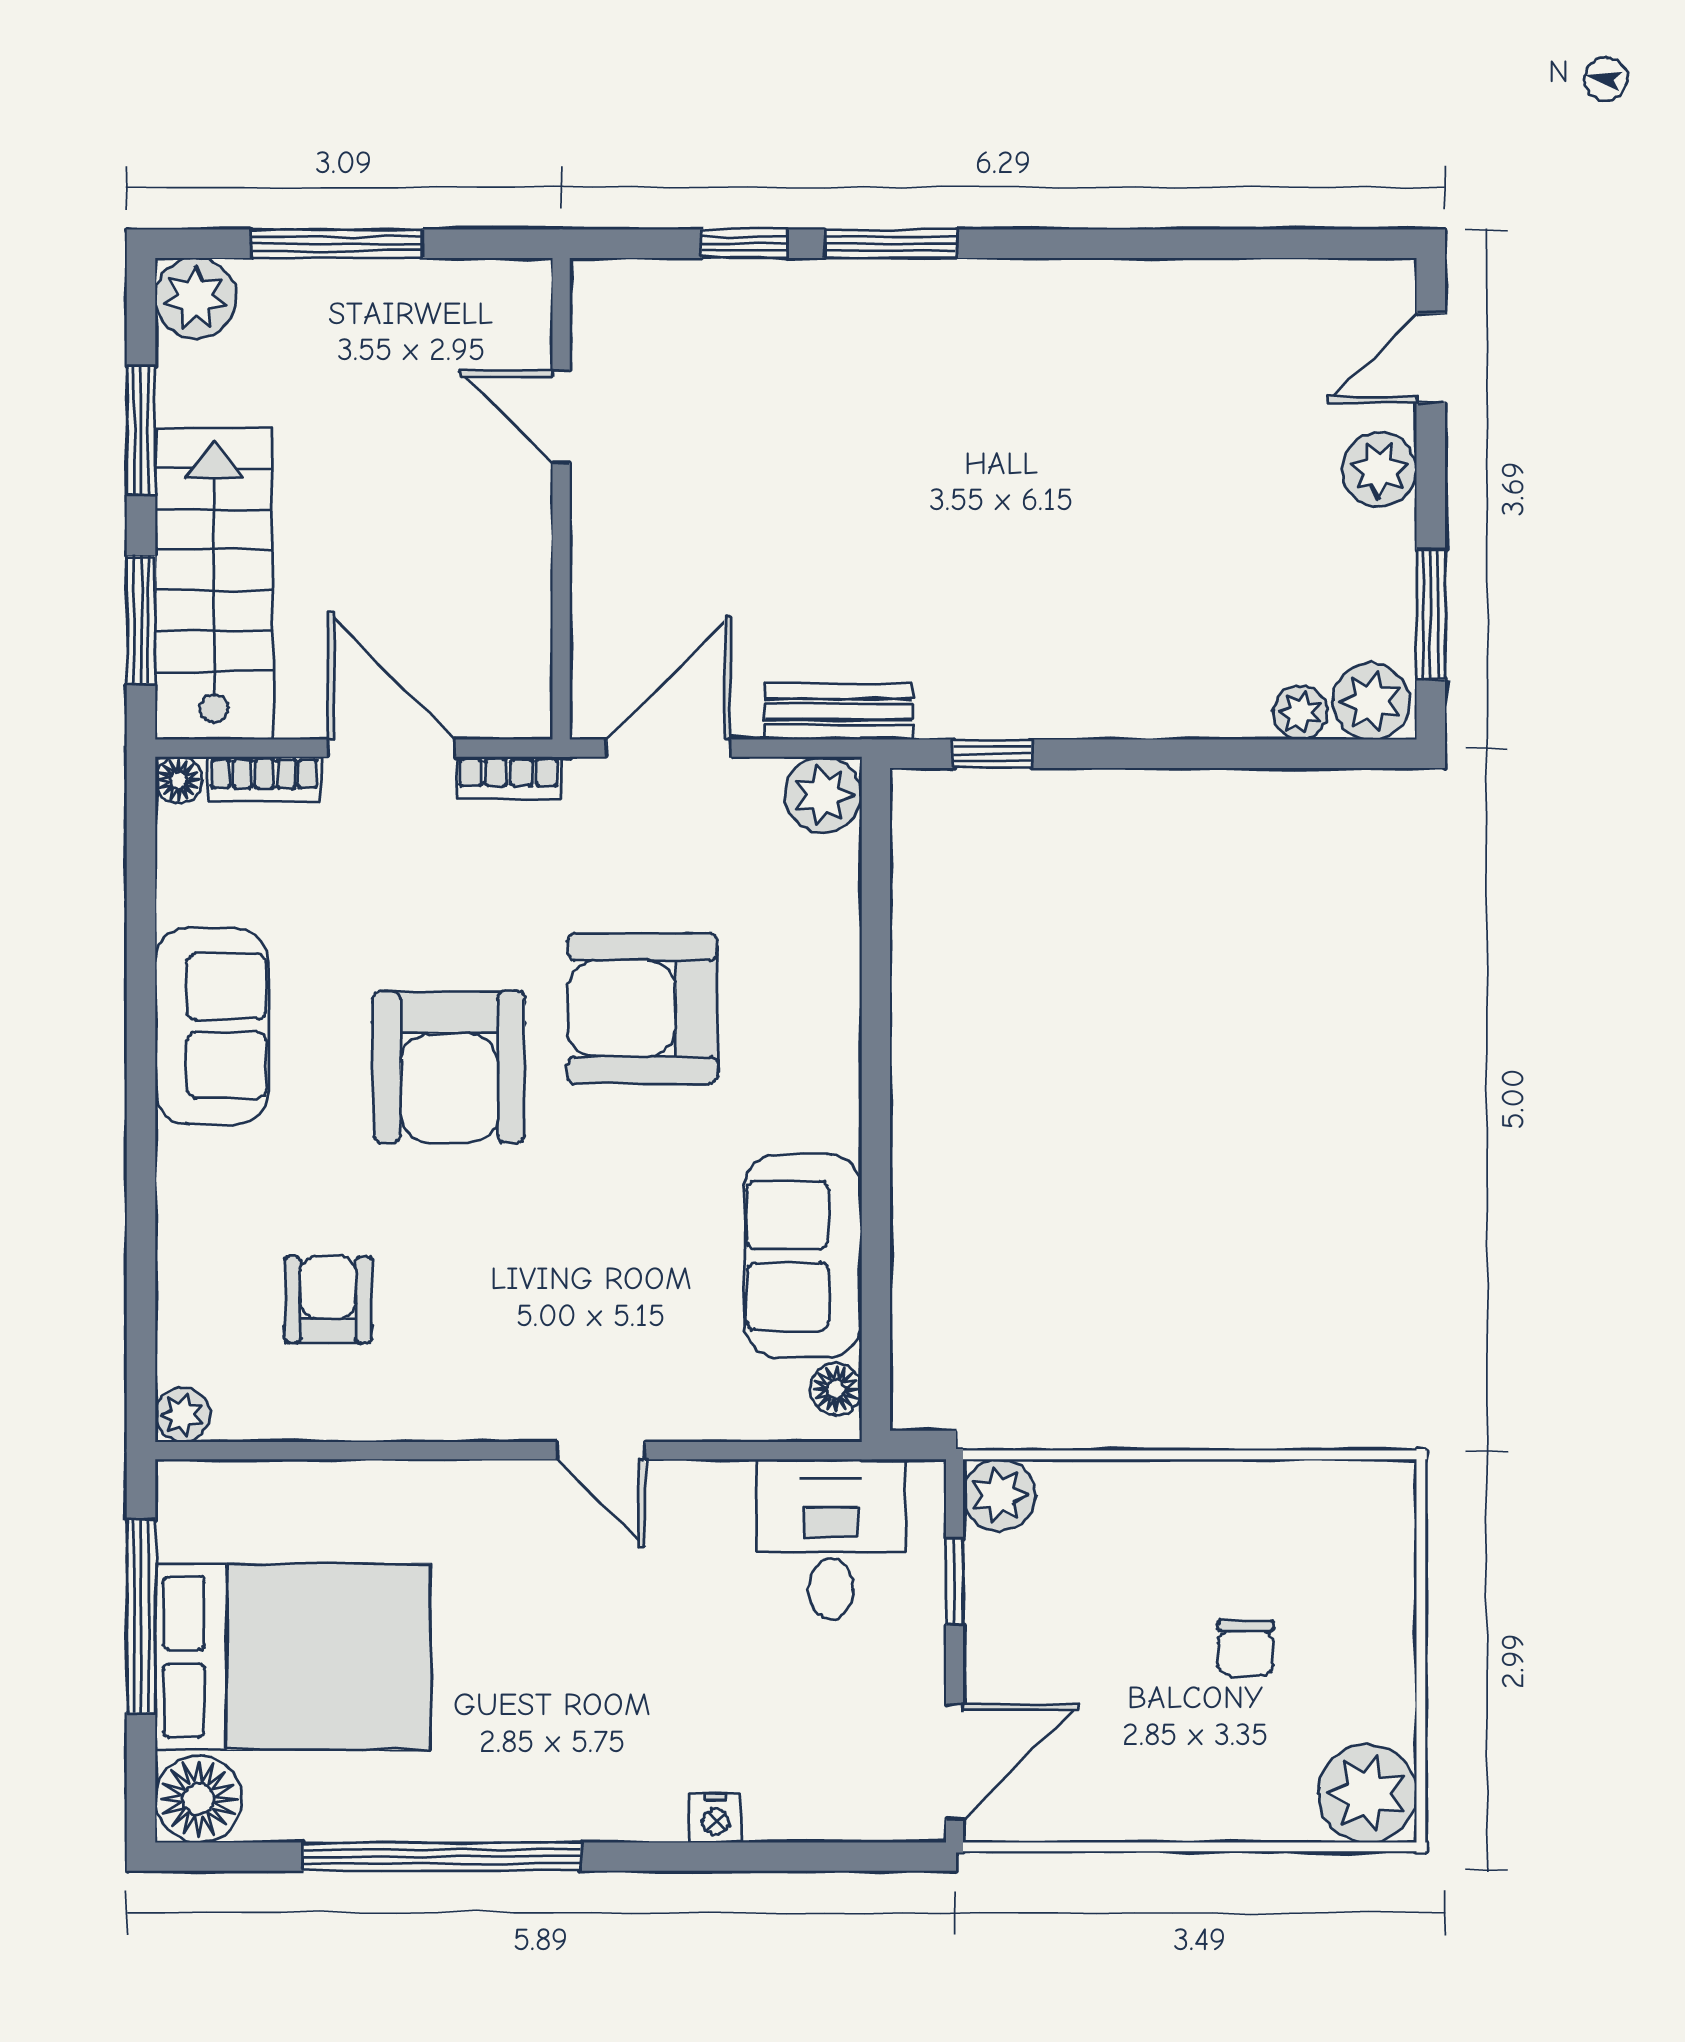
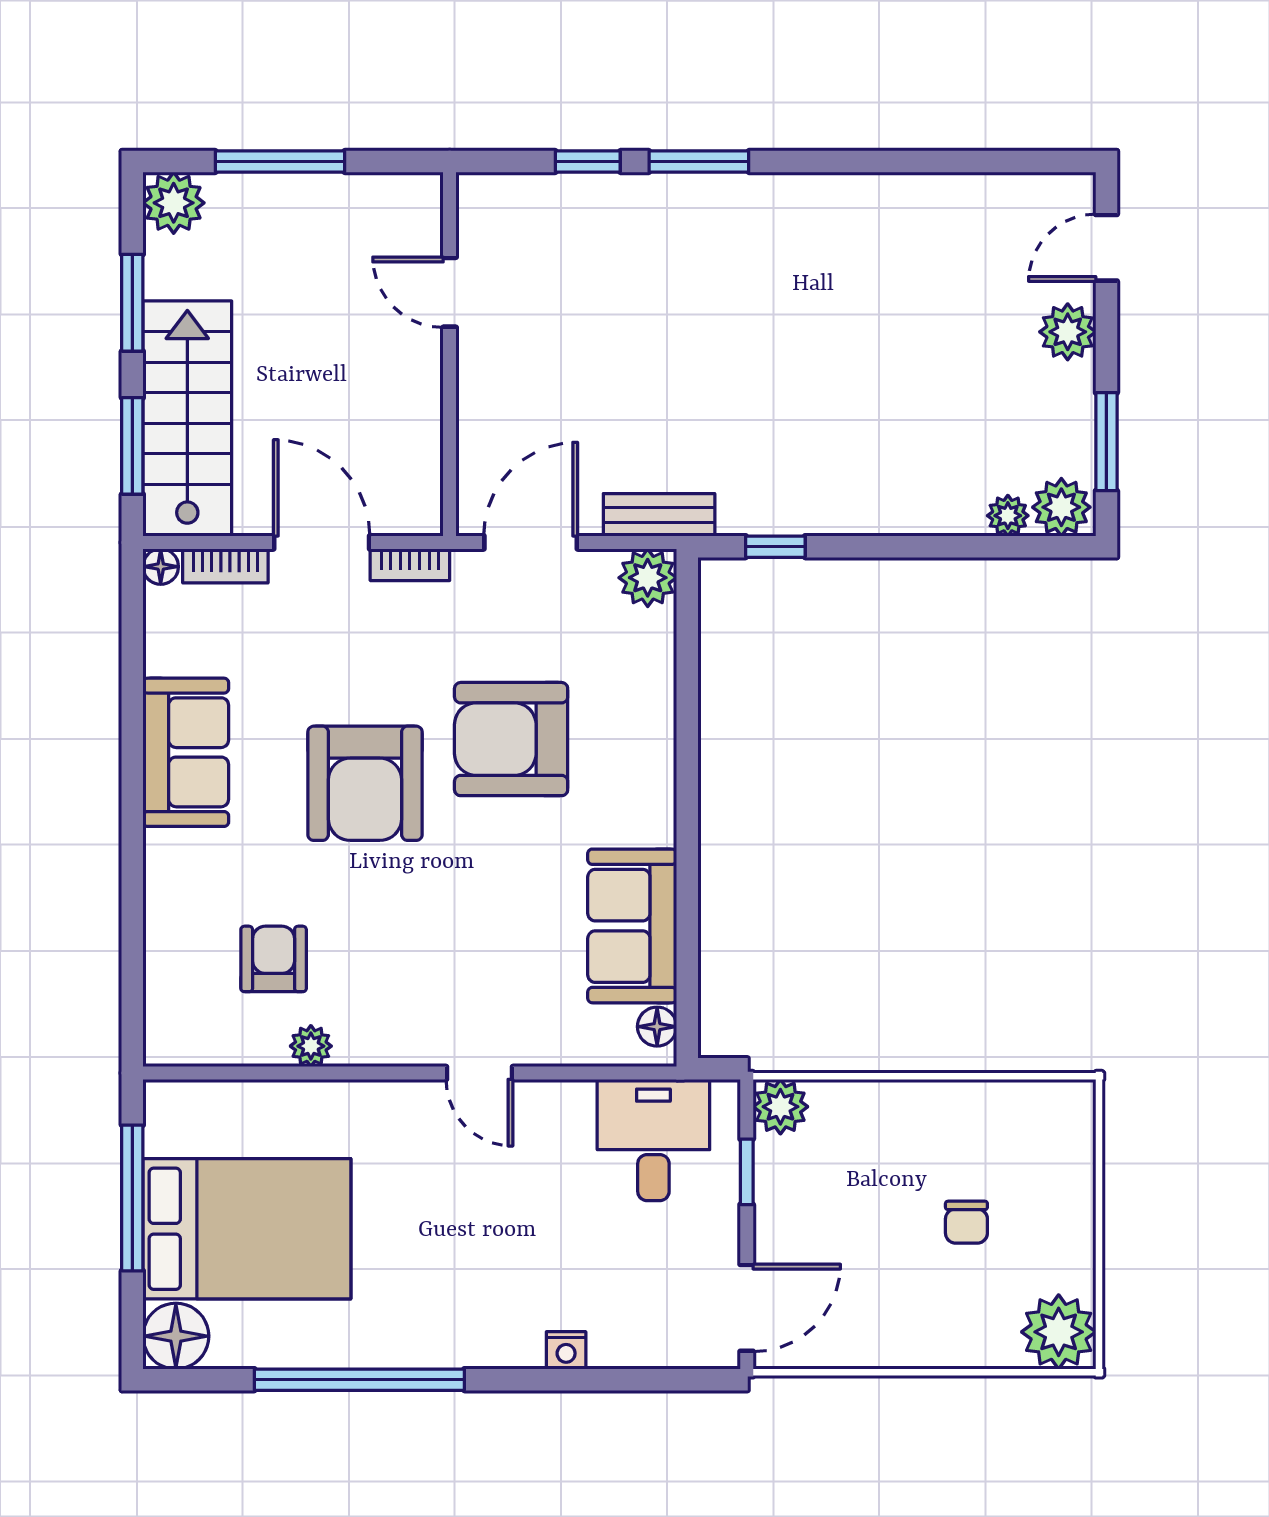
plant: (182, 1415) -> (311, 1046), moved

